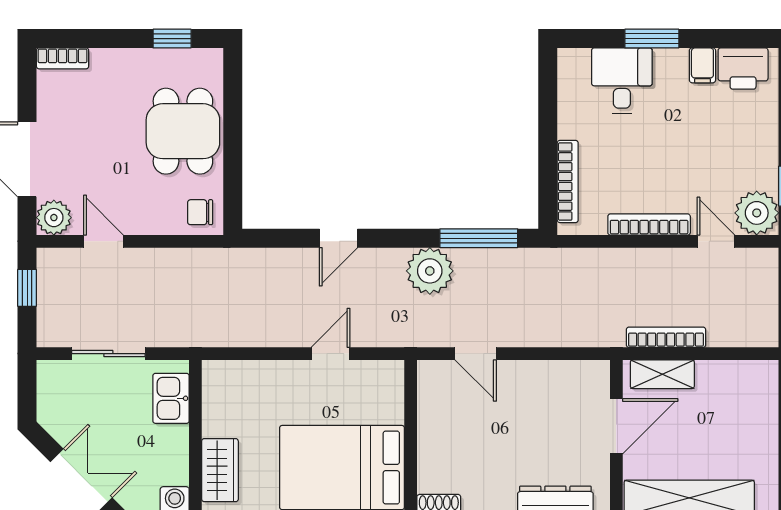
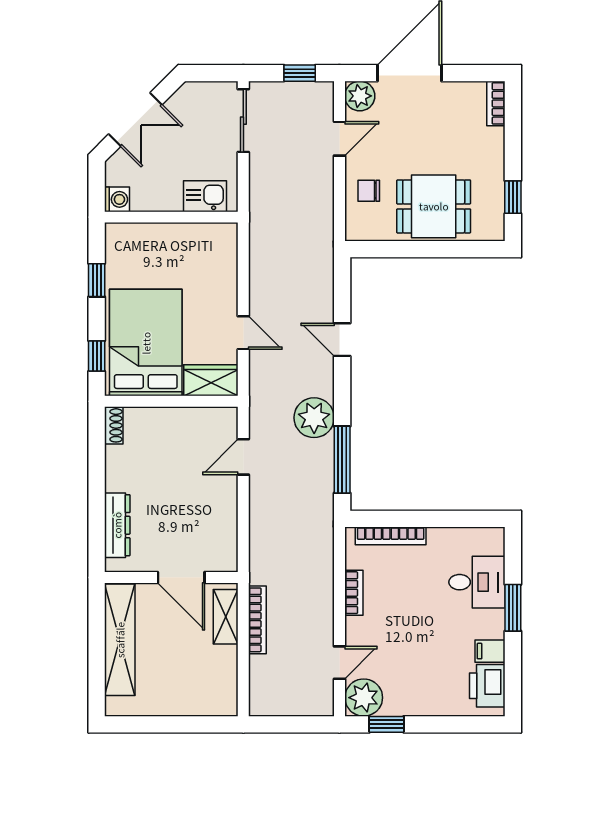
chair: (200, 212) -> (369, 191), moved, turned -90
bookcase: (649, 224) -> (354, 593), width x0.64
sliding door: (108, 354) -> (243, 121), moved
wardrobe: (220, 470) -> (211, 380), moved, turned 180

